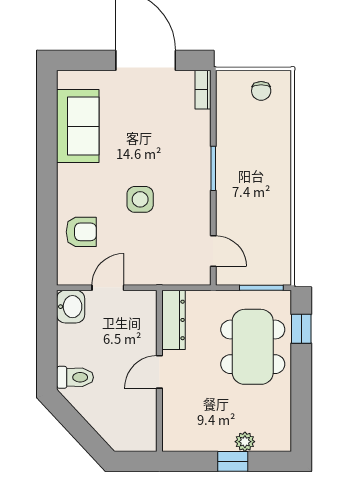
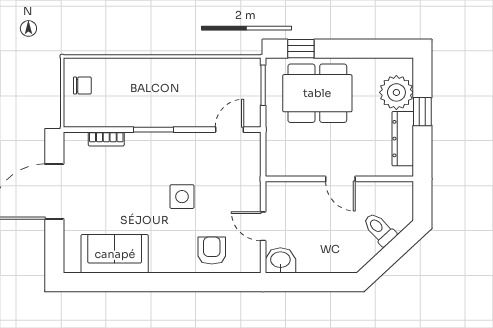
bookcase: (203, 90) -> (106, 139), moved
dresser: (173, 320) -> (403, 139), moved, turned -90
toilet: (75, 377) -> (380, 229), moved, turned -43
plant: (245, 442) -> (396, 92), width x1.88, depth x1.88

